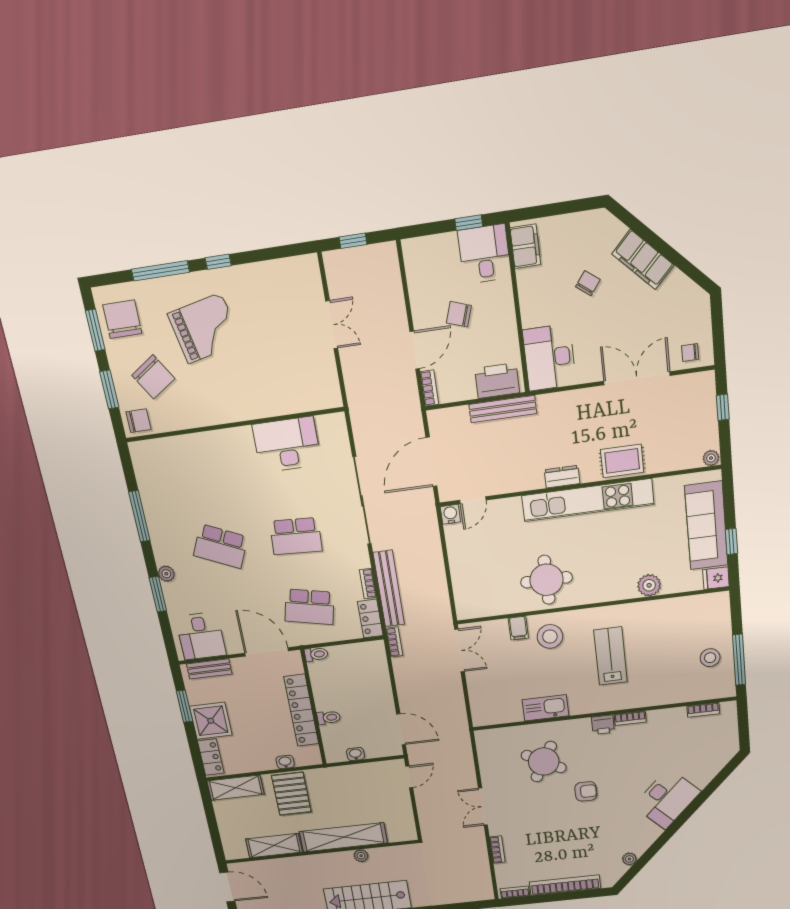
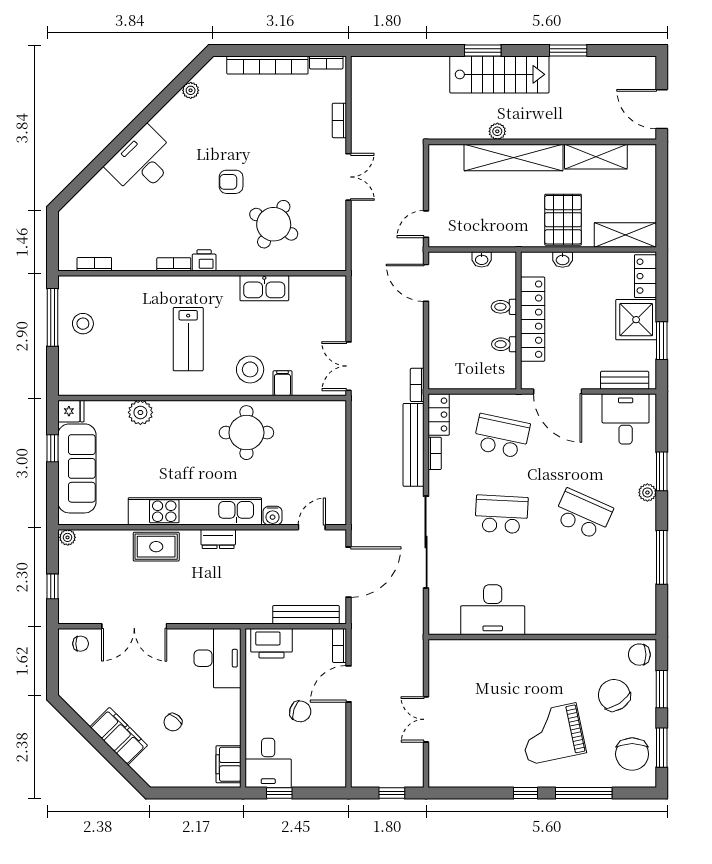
bench: (503, 409) -> (306, 615), moved
water cooler: (450, 514) -> (273, 516), moved
toilet: (316, 654) -> (504, 344), moved

